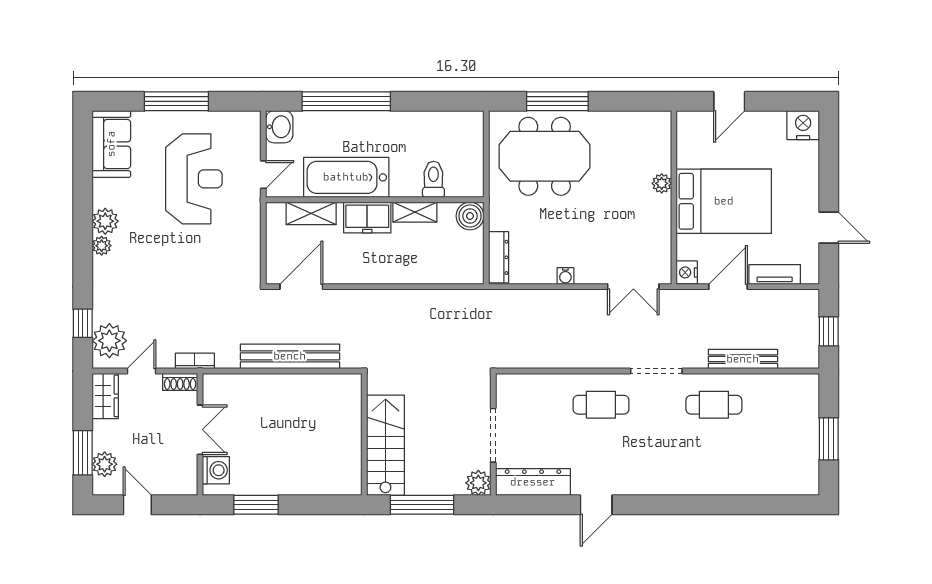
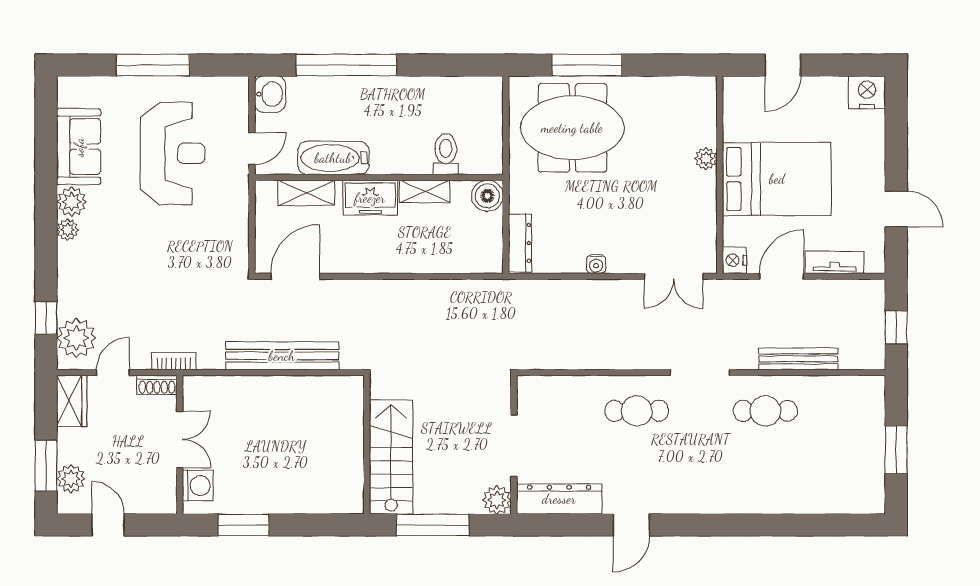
sofa: (111, 144) -> (79, 147), moved
bathtub: (346, 177) -> (333, 158), width x0.73, depth x0.73

